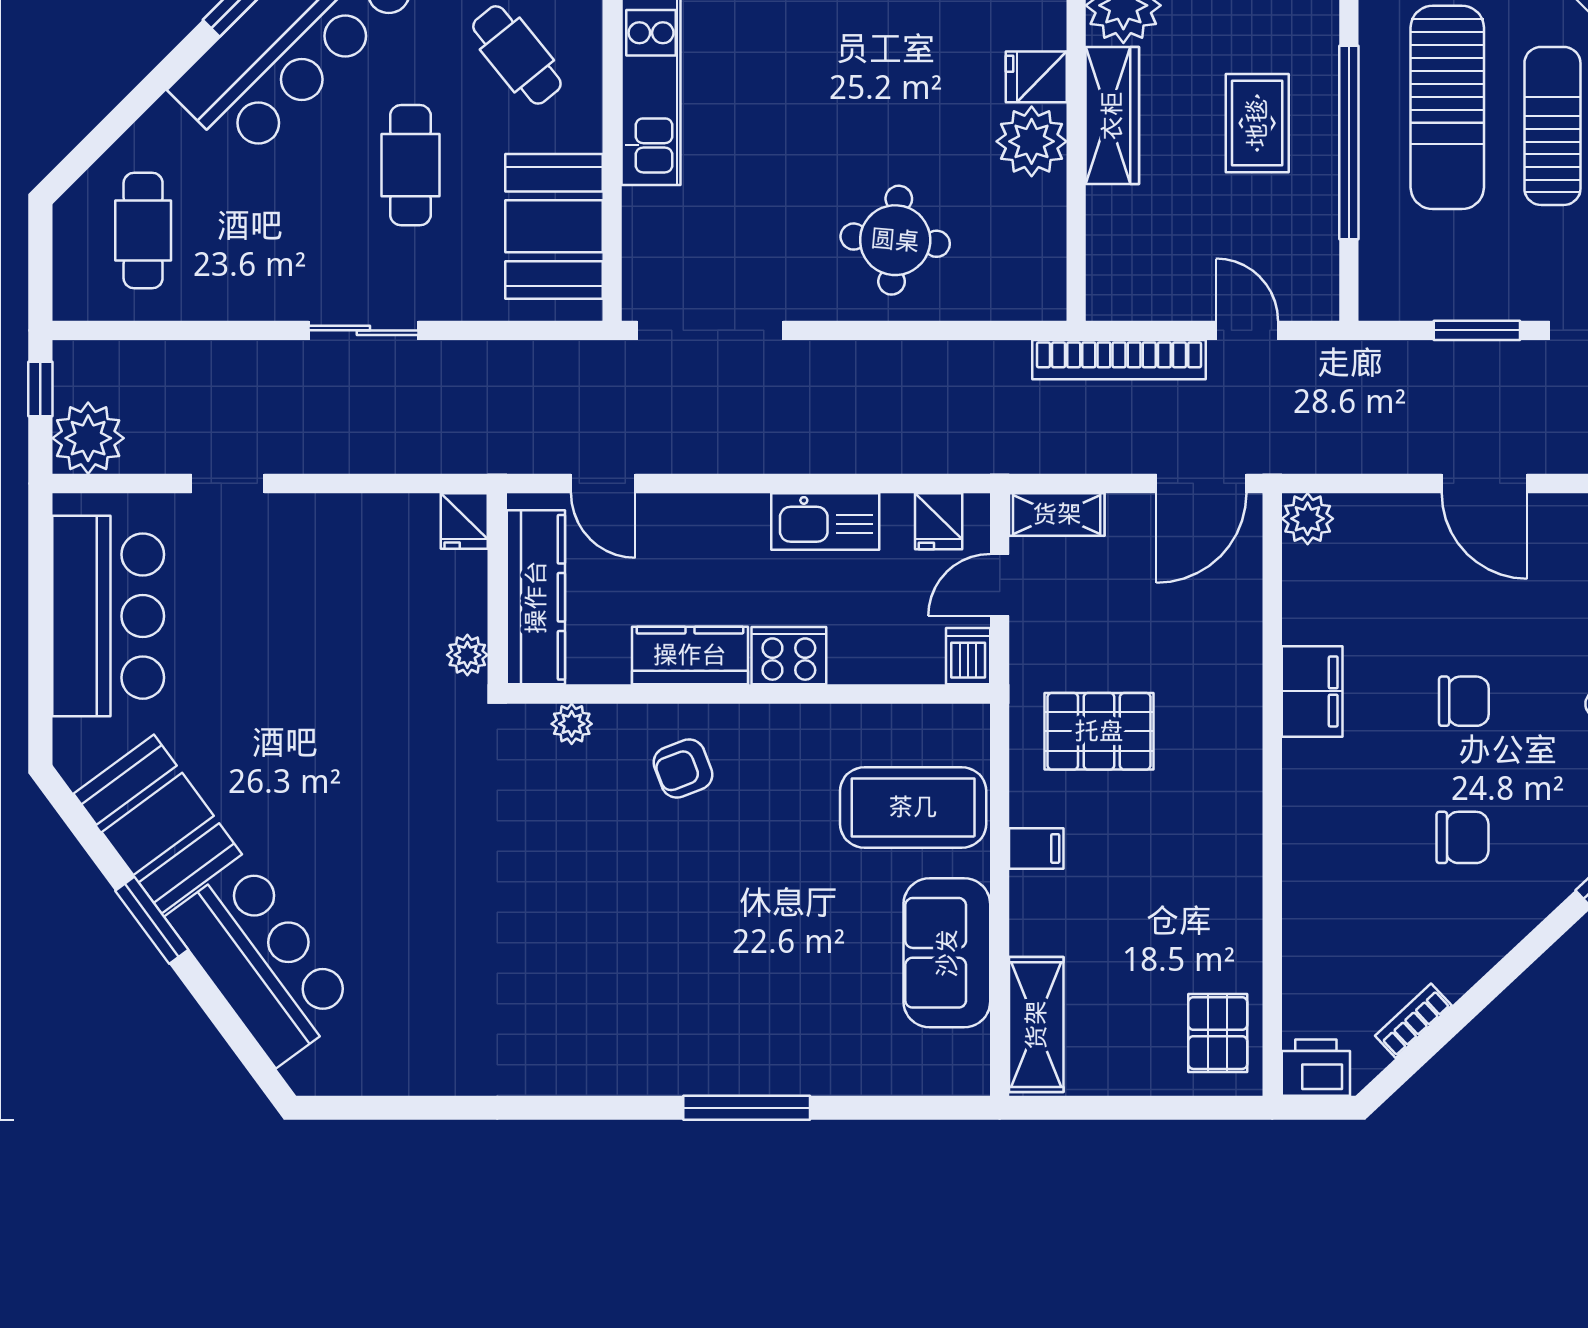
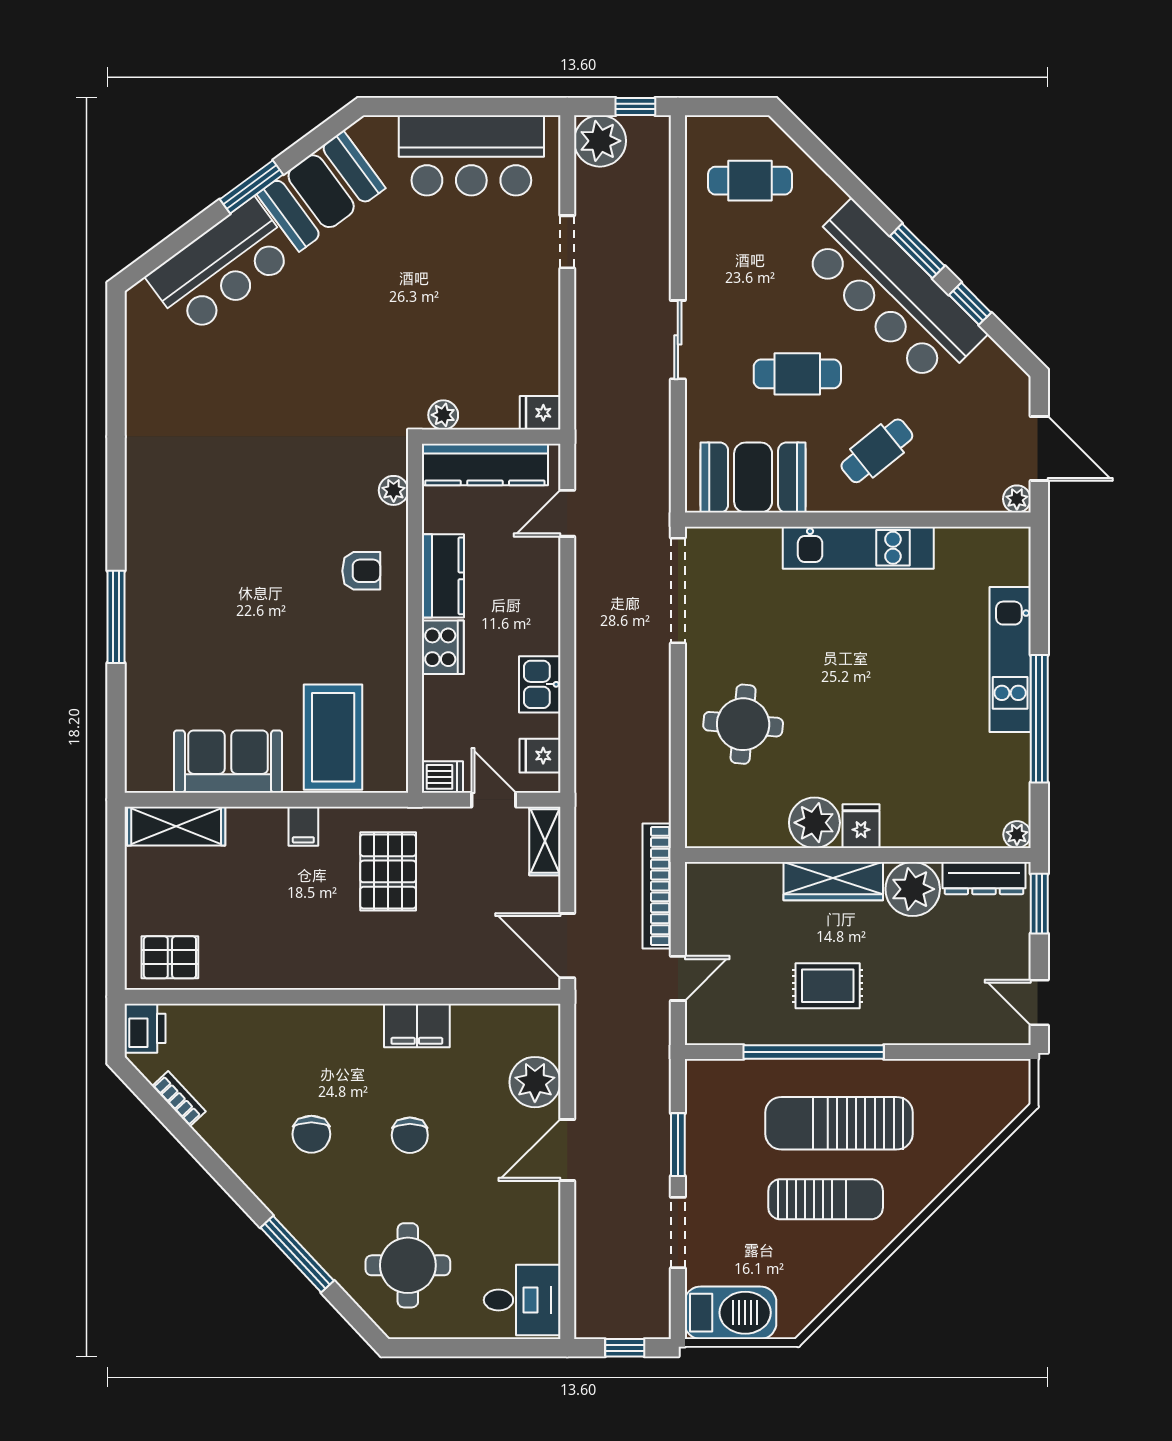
plant: (1308, 519) -> (535, 1082), moved, width x1.36, depth x1.36
kitchen sink: (825, 521) -> (540, 684), width x0.73
armchair: (683, 769) -> (361, 571), turned 111

